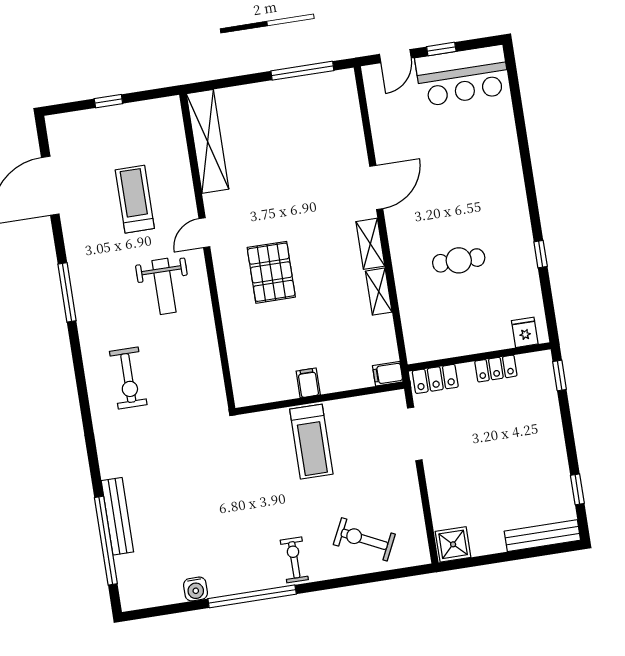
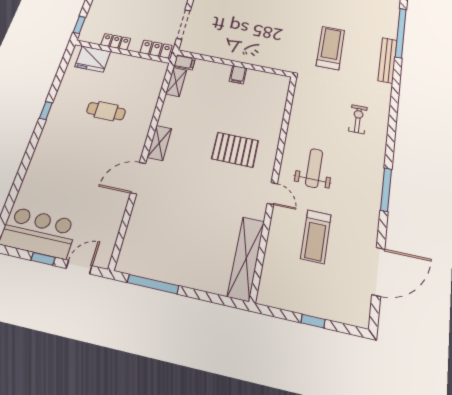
door: (204, 233) -> (272, 193), hinge flipped
window: (541, 254) -> (46, 111), moved
pallet: (271, 272) -> (235, 150), turned 90
shelving: (379, 292) -> (176, 82), moved
fridge: (525, 332) -> (93, 59), width x1.88, depth x1.34
exercise bike: (128, 378) -> (358, 119), width x0.73, depth x0.72
treadmill: (311, 442) -> (330, 48), moved
bench: (117, 516) -> (388, 60), moved

